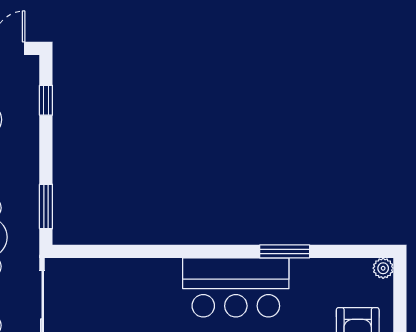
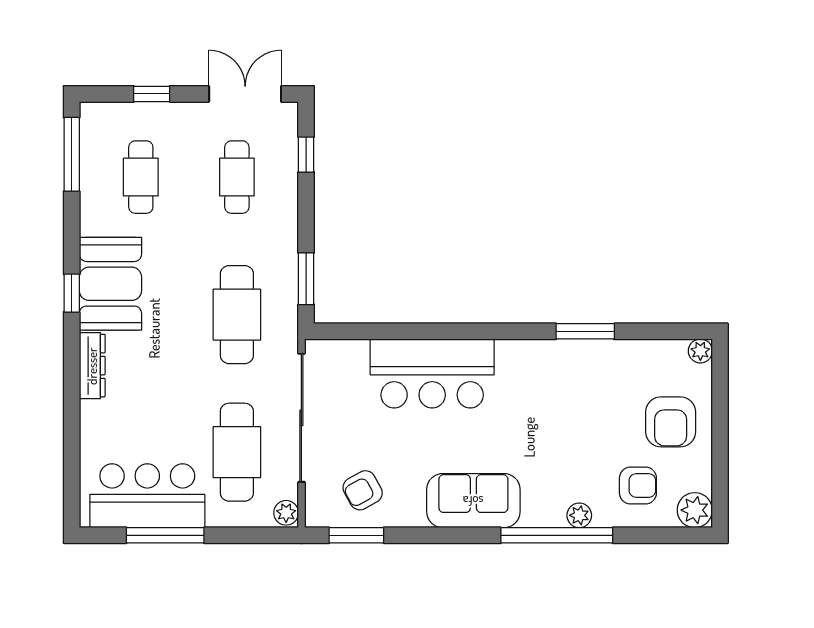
bar counter: (236, 287) -> (432, 373), moved

